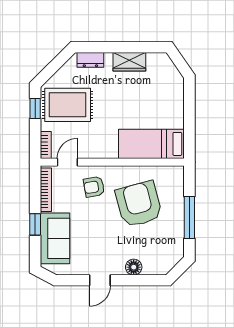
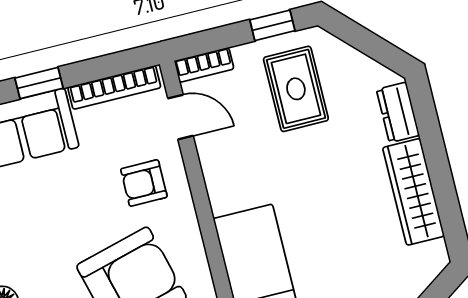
wardrobe: (129, 62) -> (413, 192), width x1.50
rug: (68, 105) -> (296, 89), width x0.73, depth x0.70
armchair: (94, 187) -> (144, 183), turned -80

